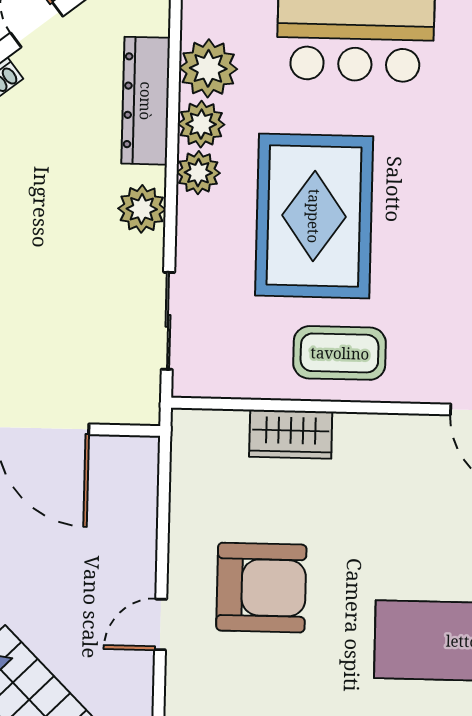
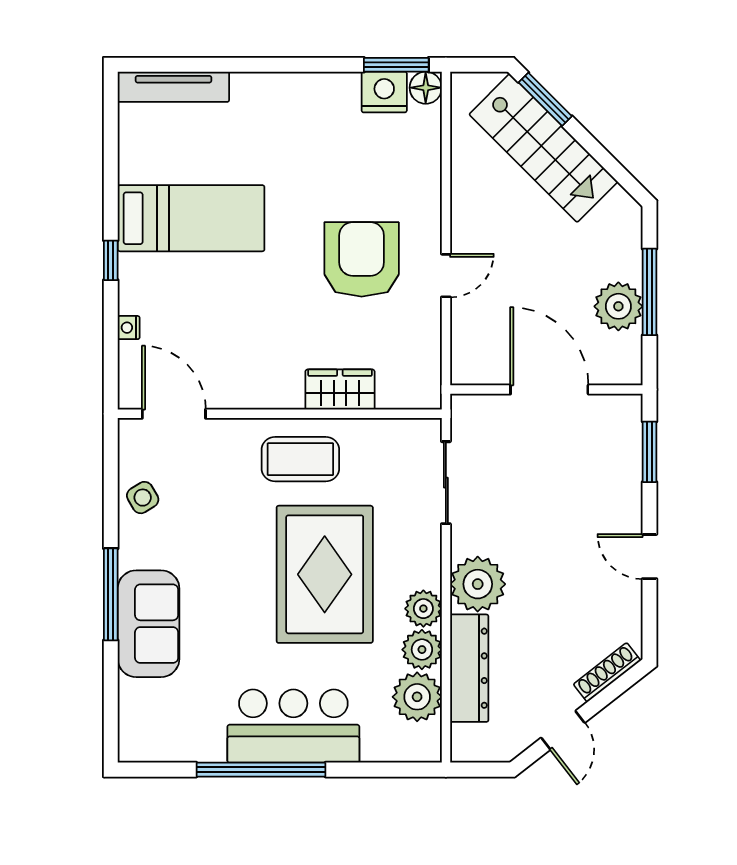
plant: (142, 209) -> (478, 584), width x1.36, depth x1.36
armchair: (261, 588) -> (362, 259), turned 90
door: (161, 624) -> (446, 276), moved

